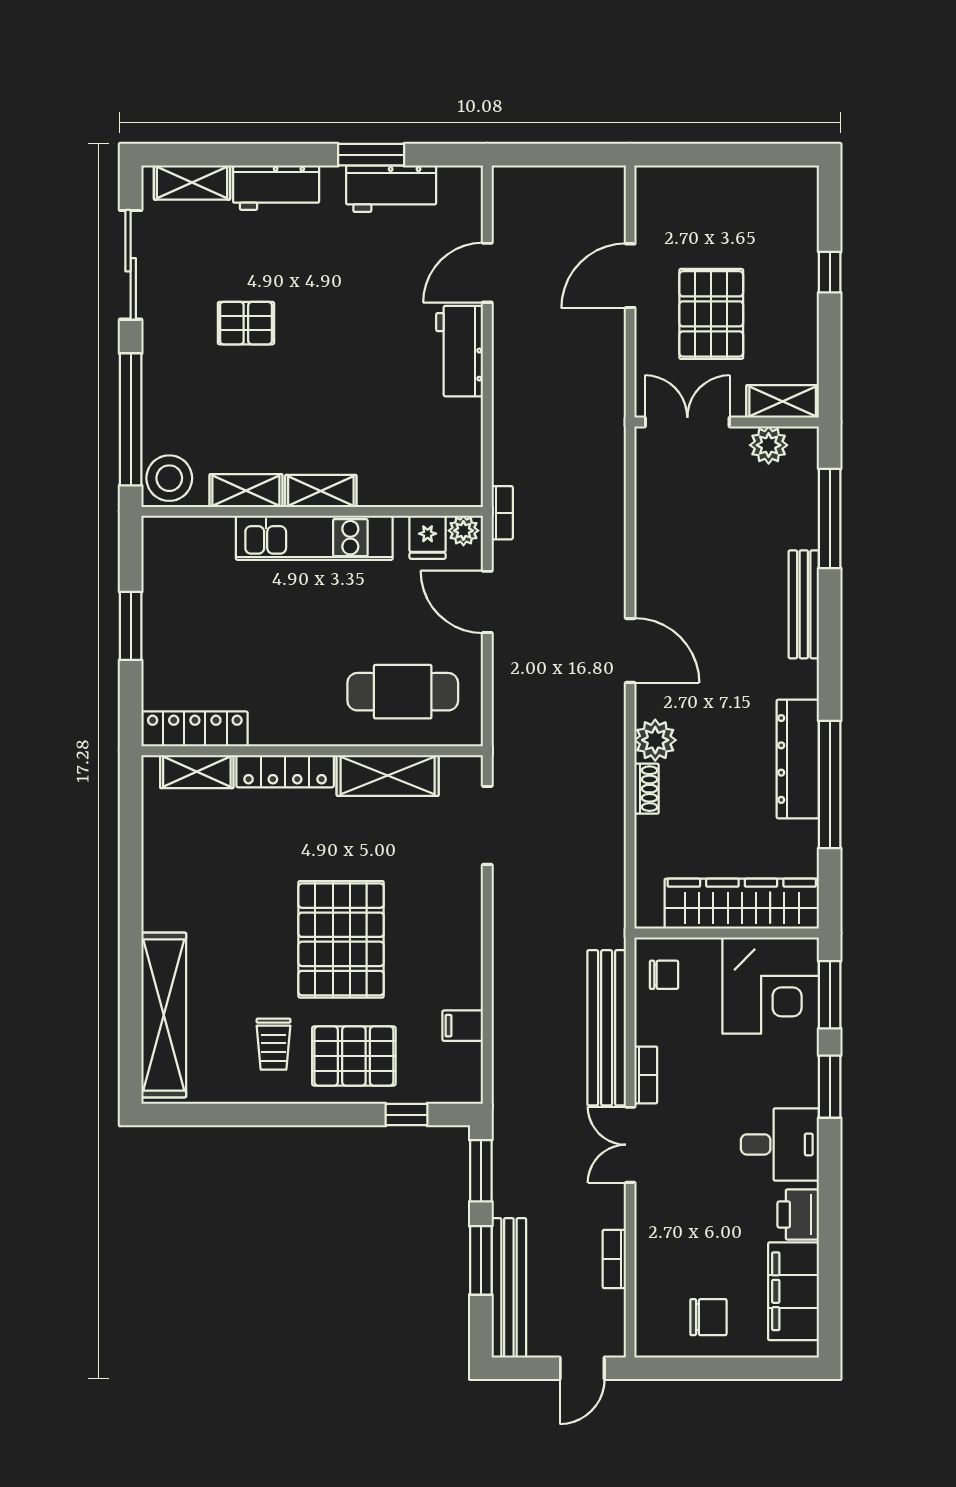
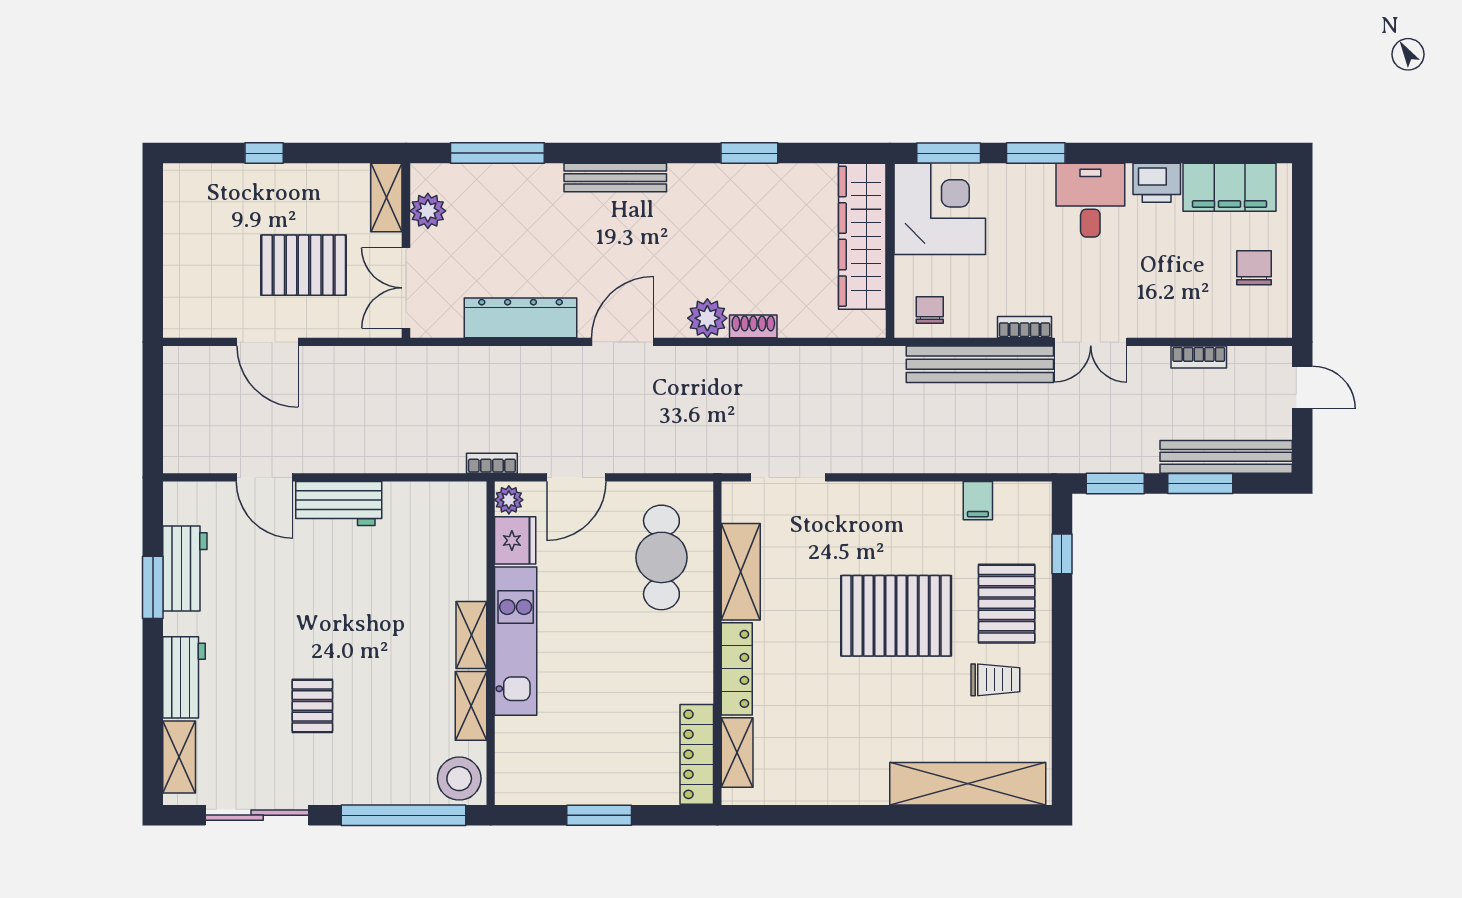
fridge: (428, 537) -> (515, 540), width x1.38
bench: (804, 604) -> (615, 178), moved
dresser: (798, 759) -> (521, 318), moved, turned 180
window: (830, 784) -> (749, 153), width x0.47

